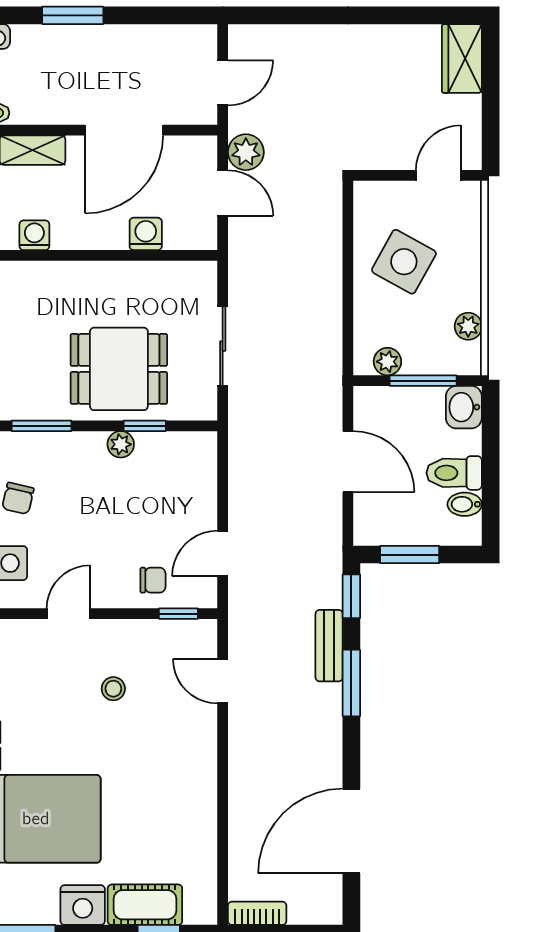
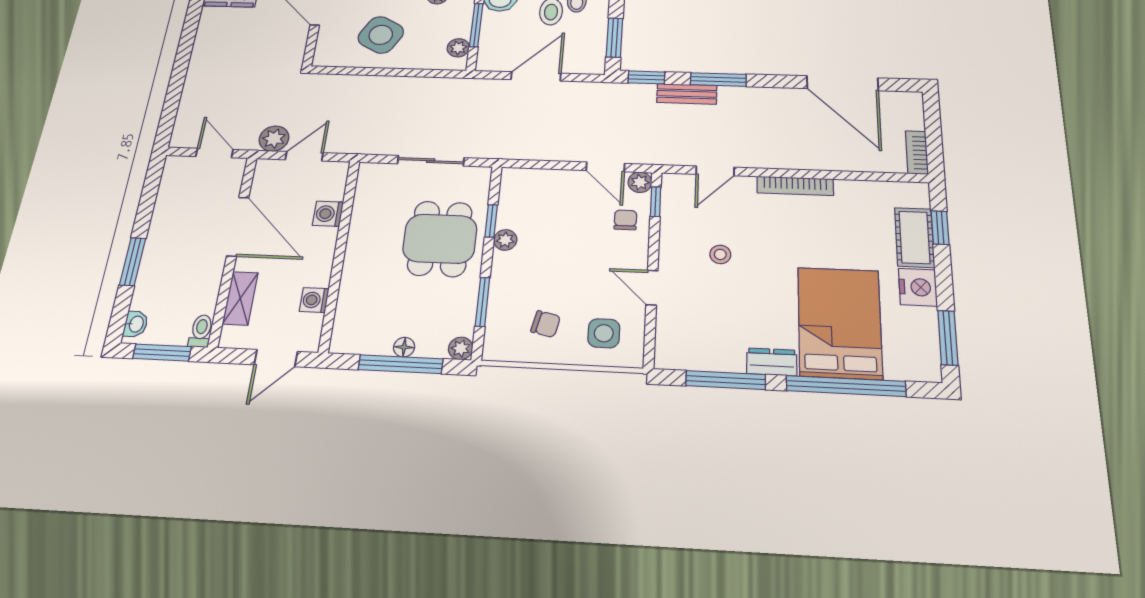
plant: (204, 595) -> (640, 182), added
bookcase: (206, 773) -> (795, 186), added

